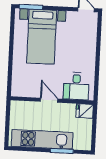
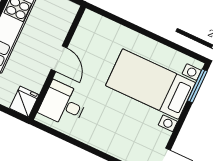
door: (49, 100) -> (59, 59), hinge flipped

